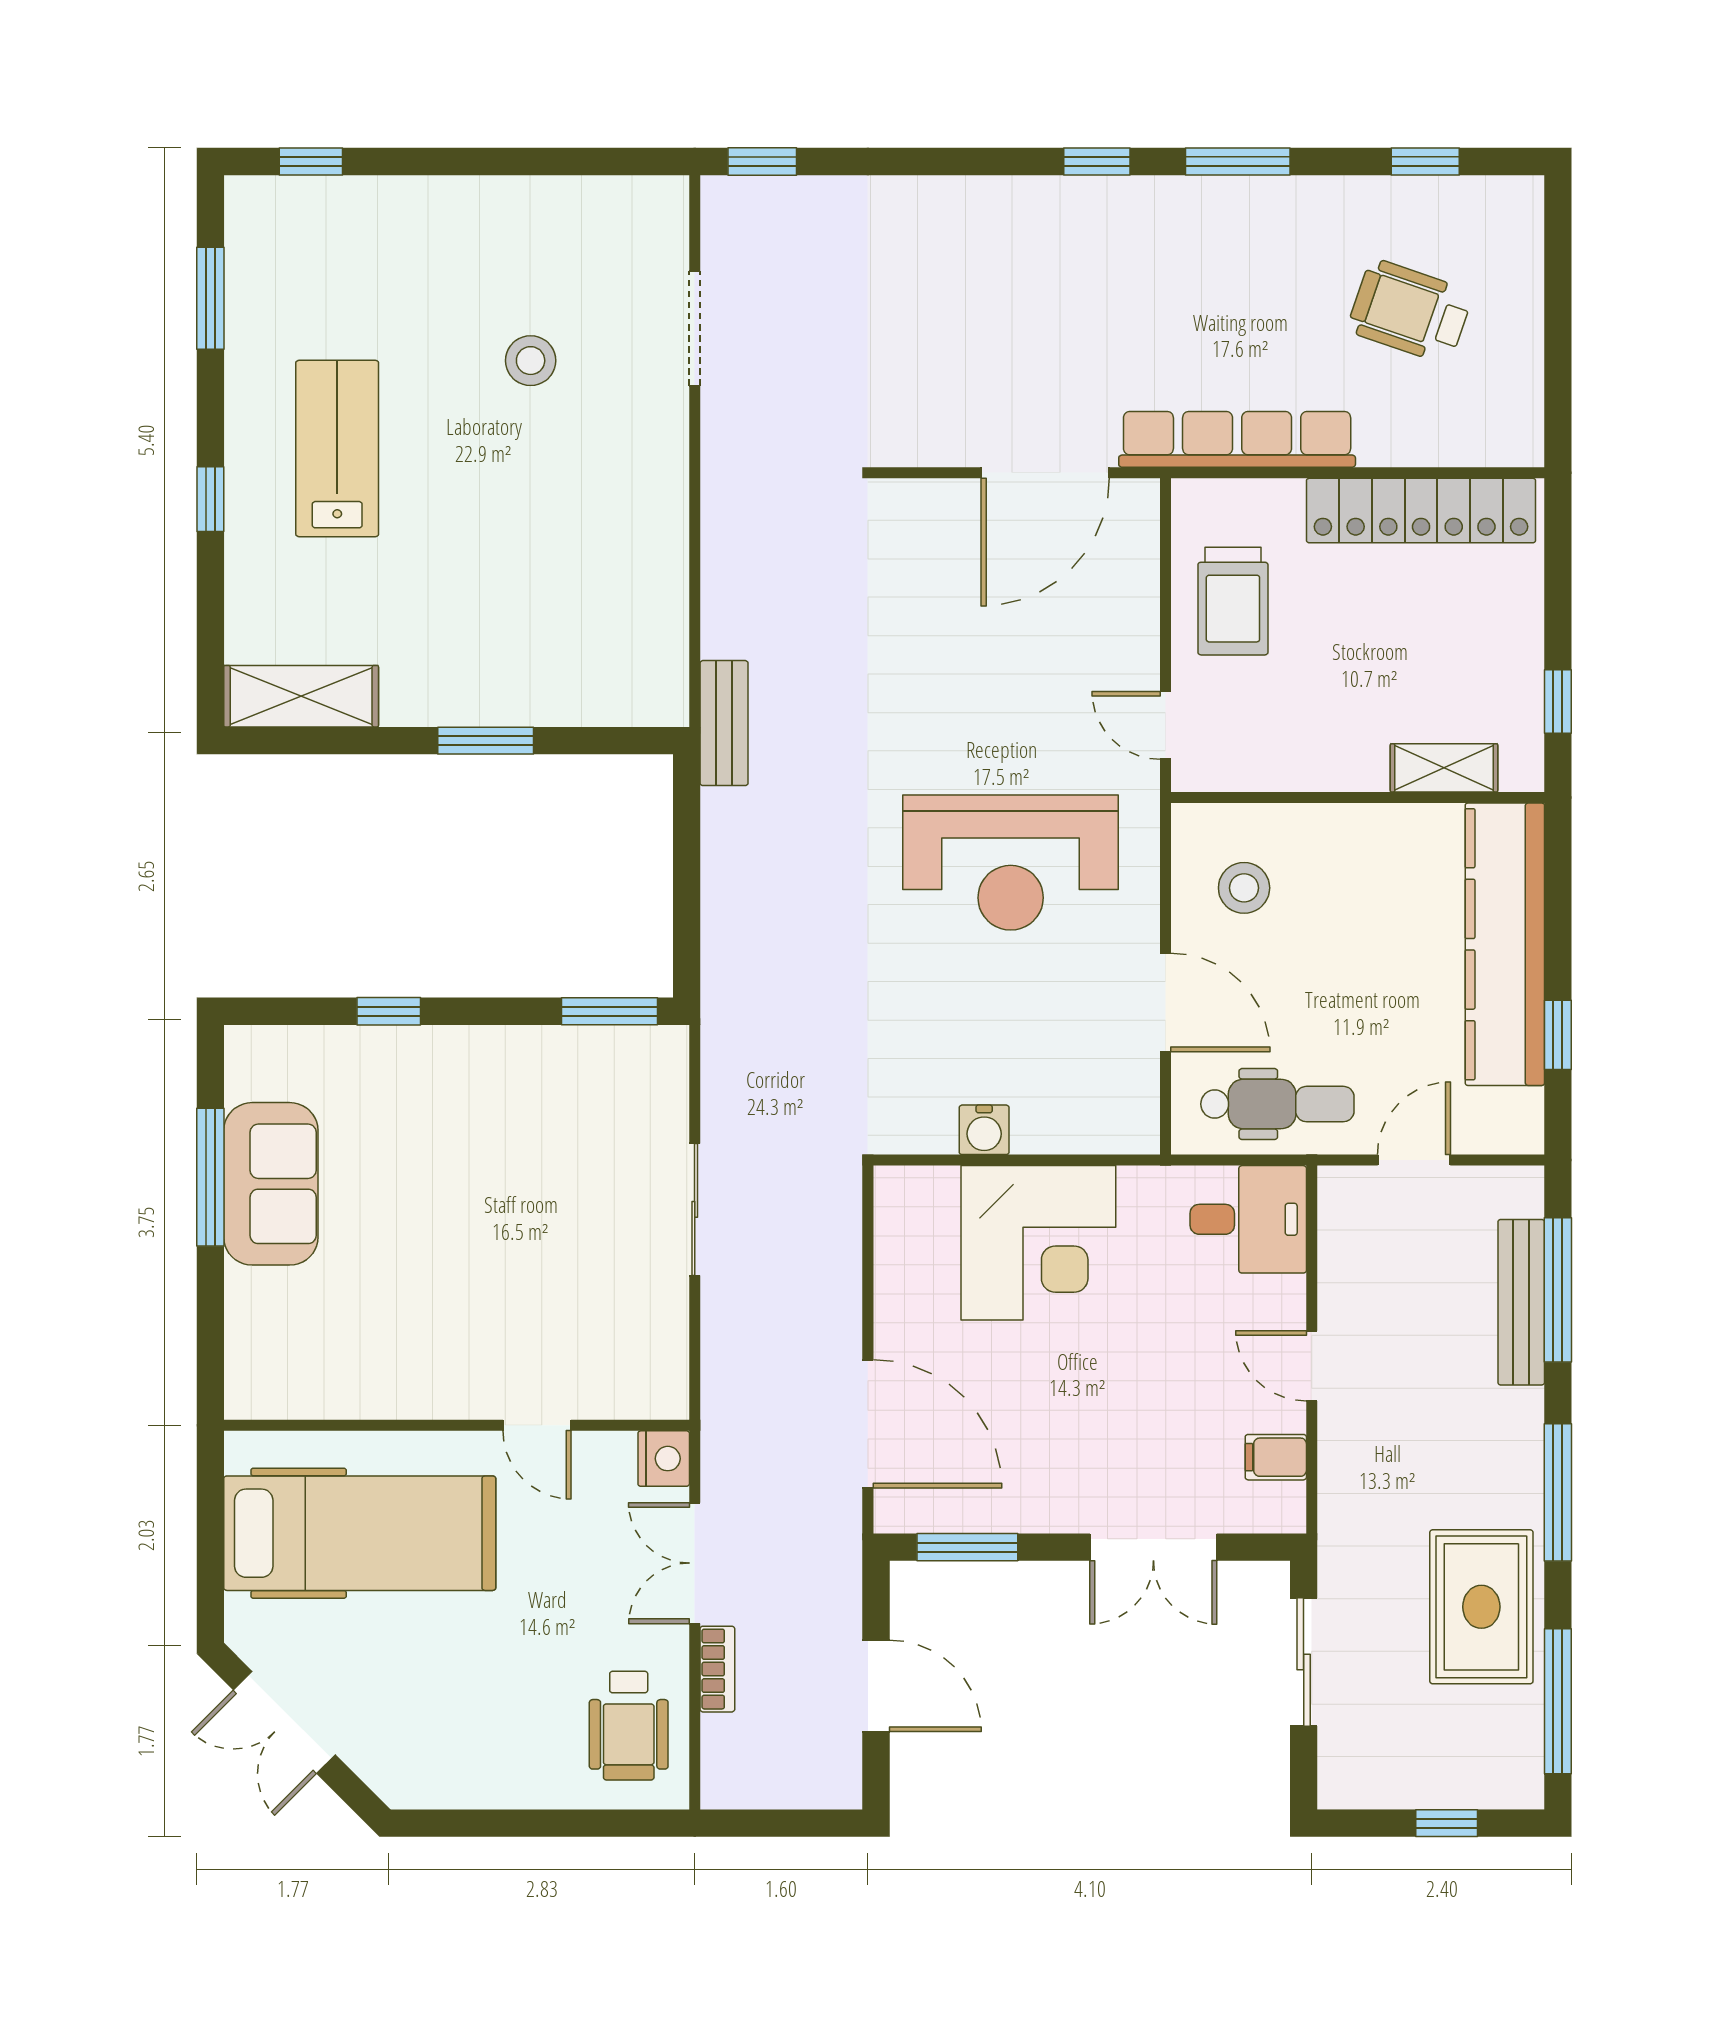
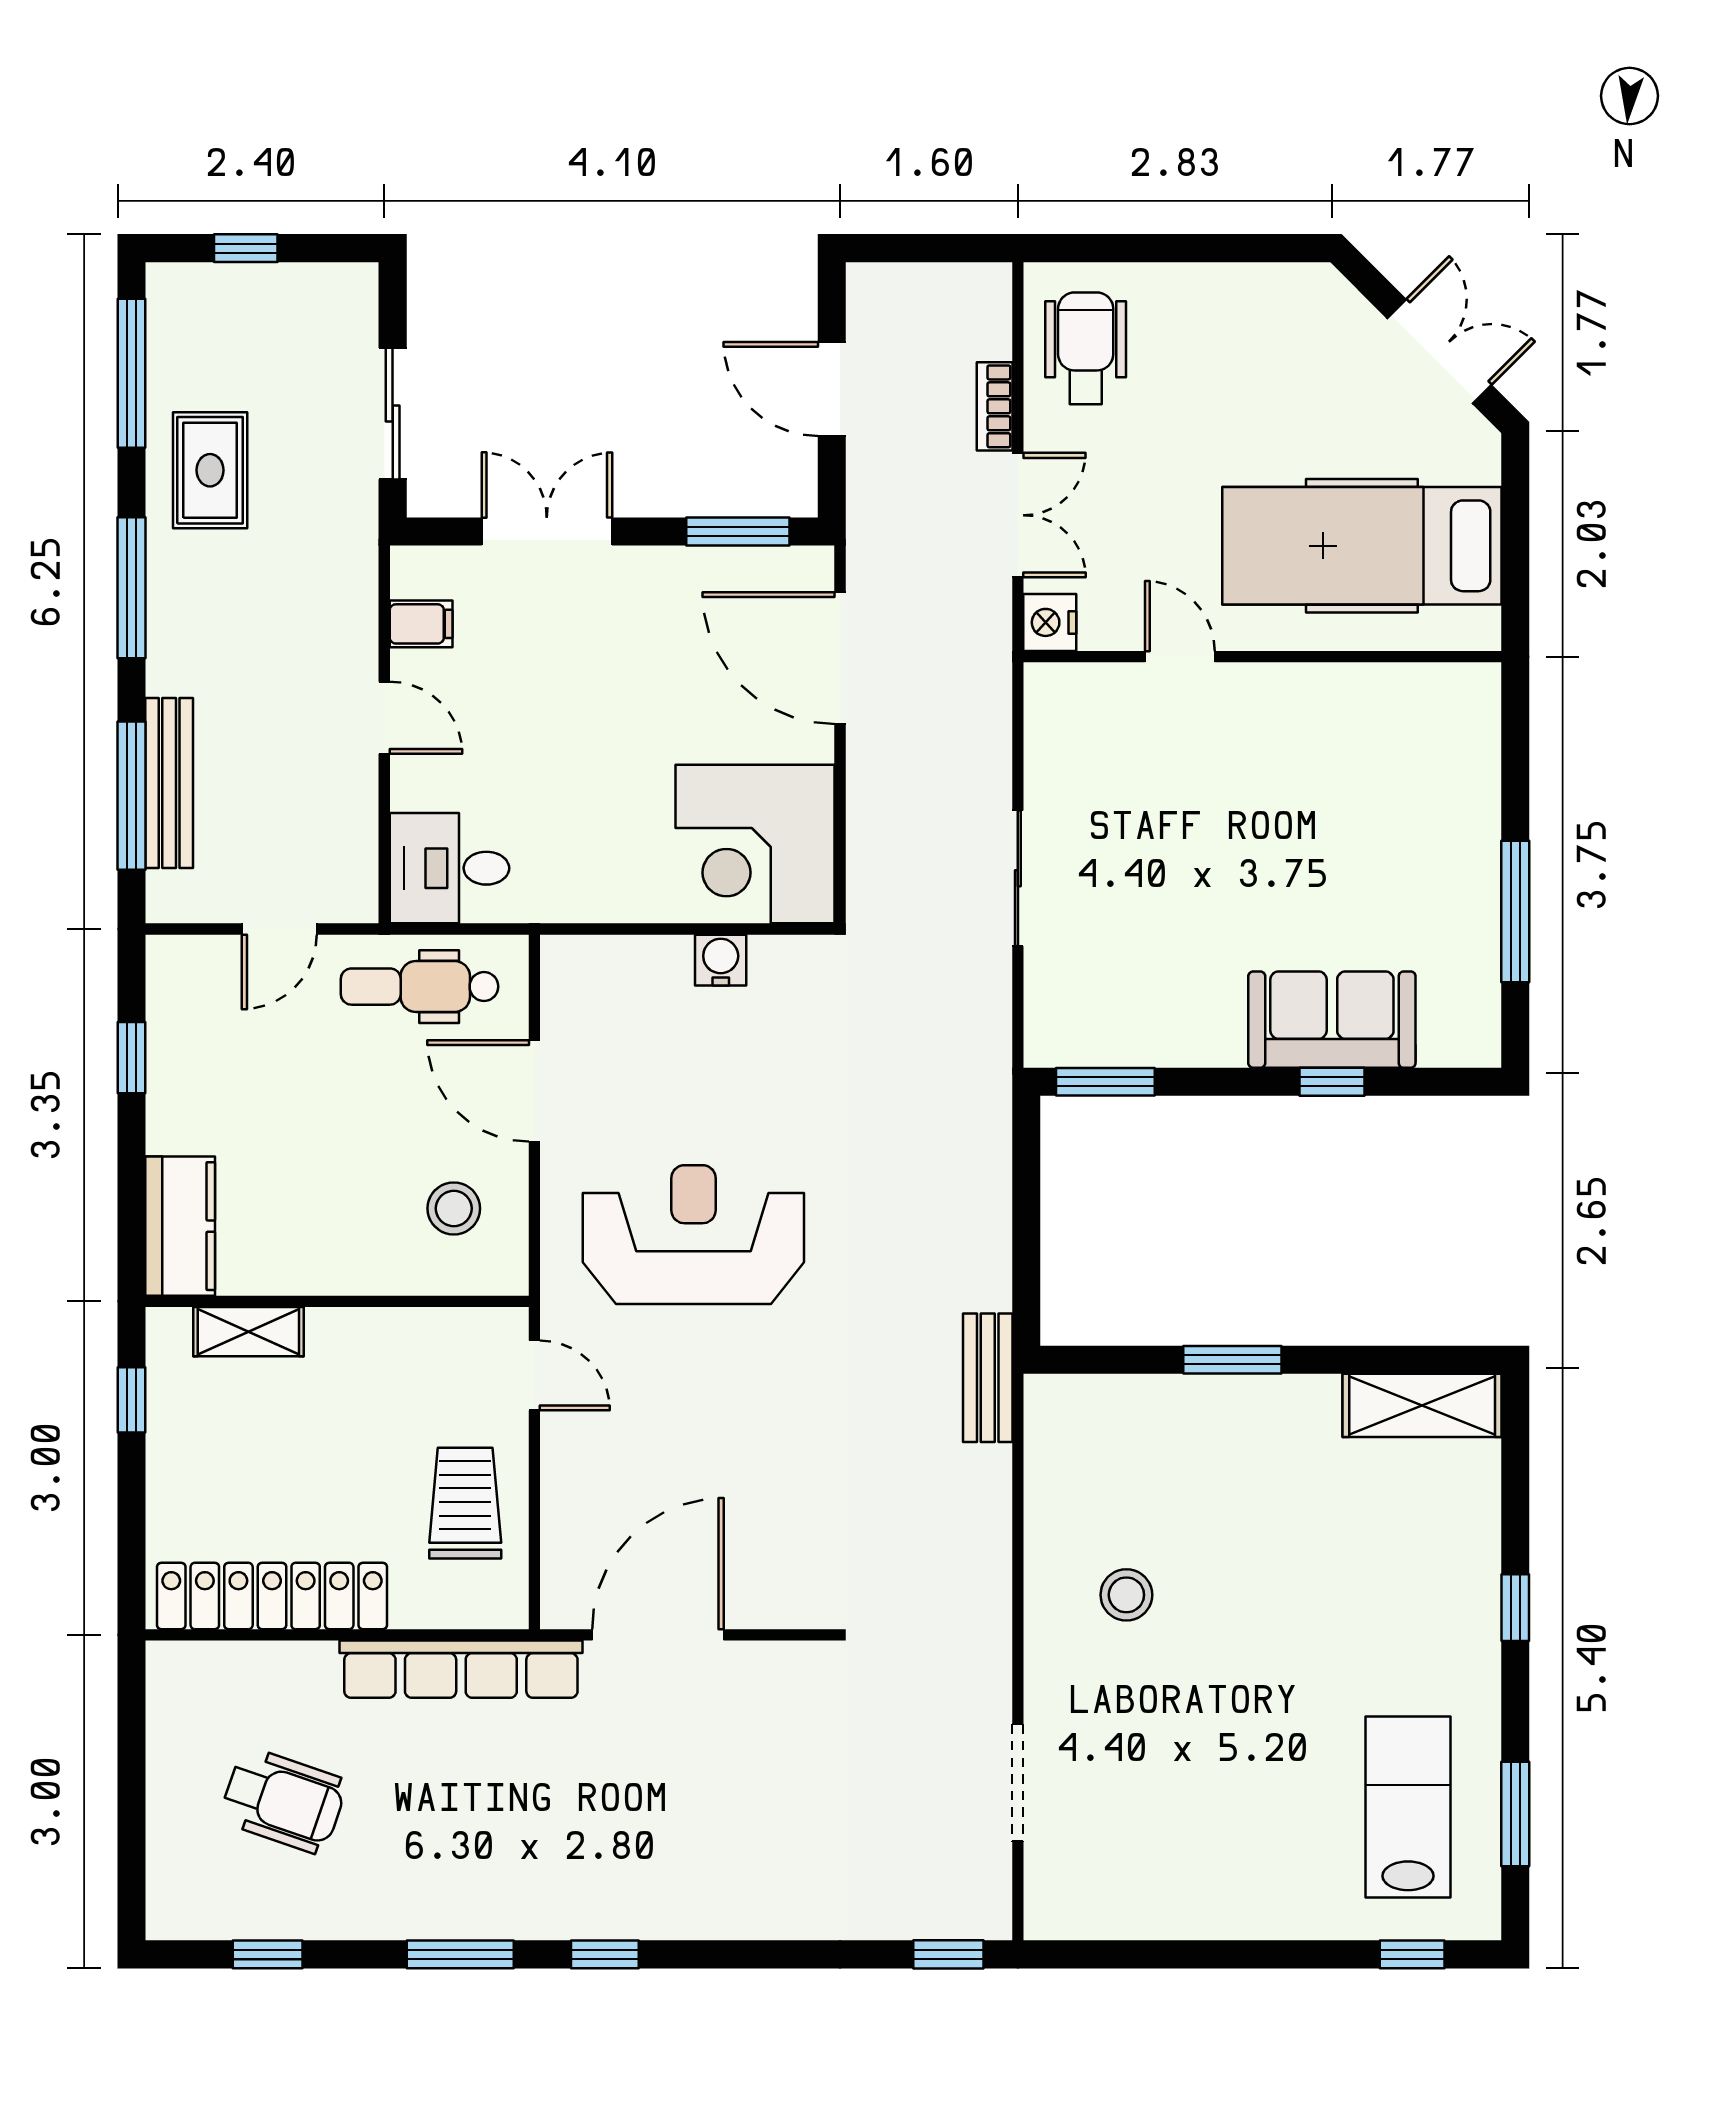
stool: (531, 361) -> (1126, 1595), moved
lab bench: (337, 448) -> (1408, 1807), moved, turned 180
kitchen counter: (1505, 944) -> (180, 1226), width x0.48, depth x0.86
sofa: (271, 1184) -> (1332, 1020), moved, turned 90
corner desk: (1038, 1243) -> (755, 844), moved, turned -90
rug: (1481, 1607) -> (210, 470), width x0.73, depth x0.70

